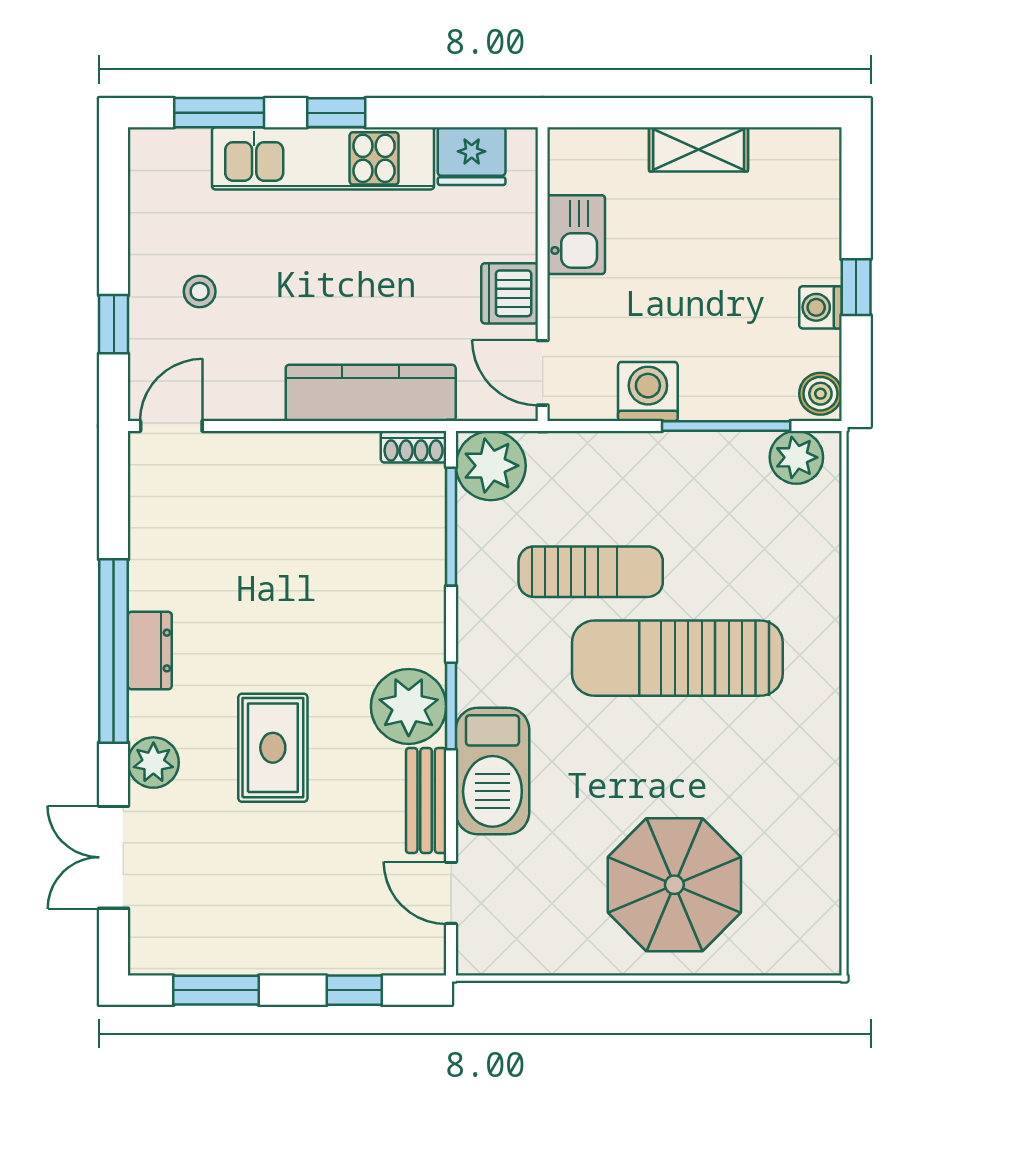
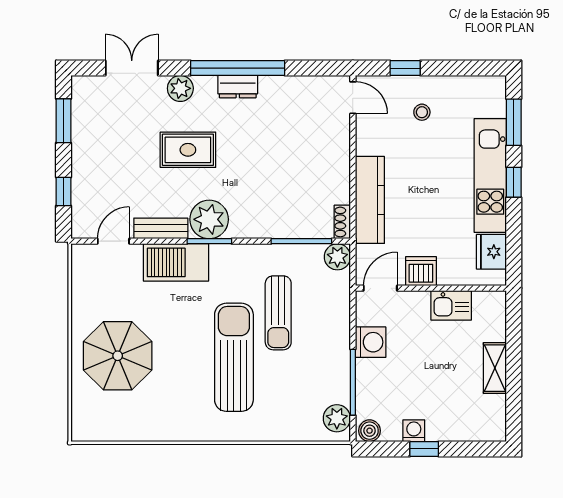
plant: (491, 466) -> (337, 257), width x0.73, depth x0.73

